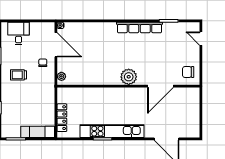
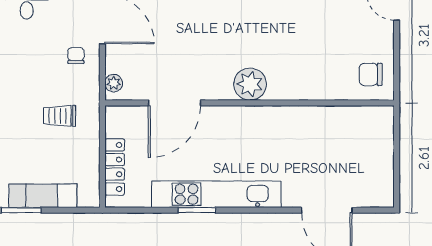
trolley: (18, 75) -> (60, 116), moved
door: (160, 86) -> (174, 103), moved
exam couch: (38, 132) -> (43, 196), moved

